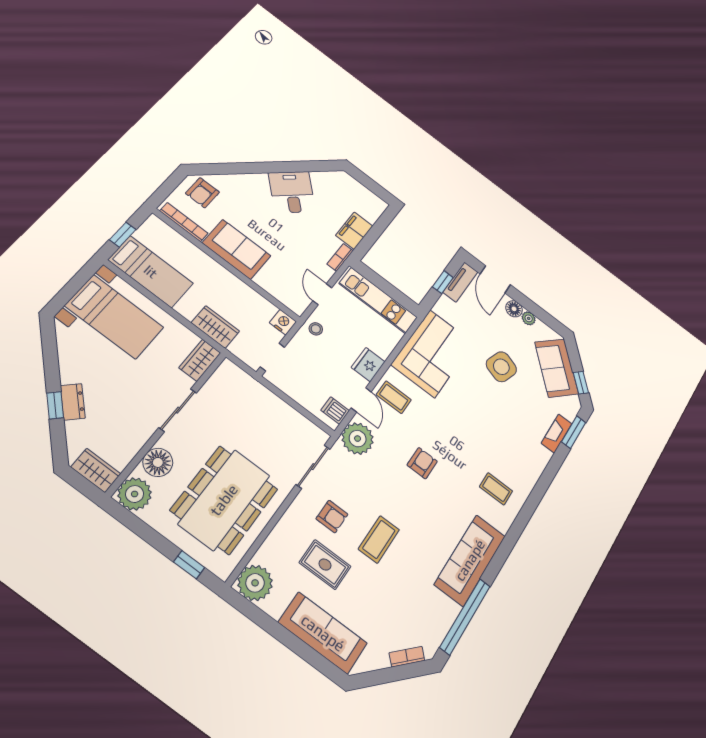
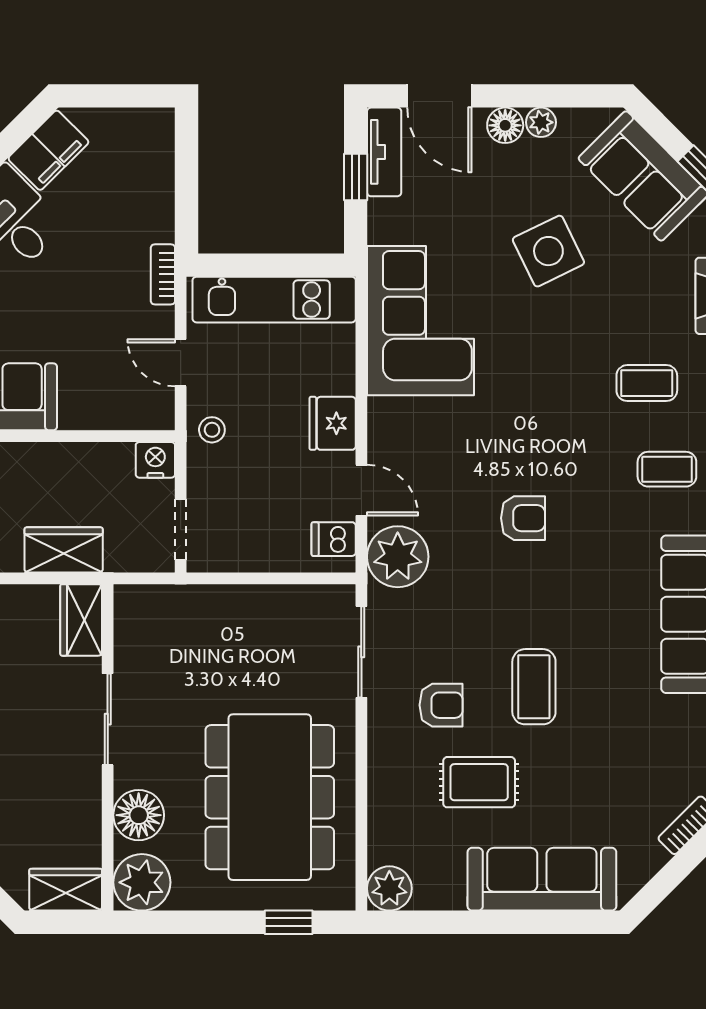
filing cabinet: (354, 231) -> (48, 150), moved, turned -135
side table: (501, 367) -> (548, 251), turned 45
coffee table: (394, 397) -> (647, 383), moved
armchair: (422, 463) -> (523, 518), turned 90
plant: (255, 583) -> (389, 888), width x0.73, depth x0.73

